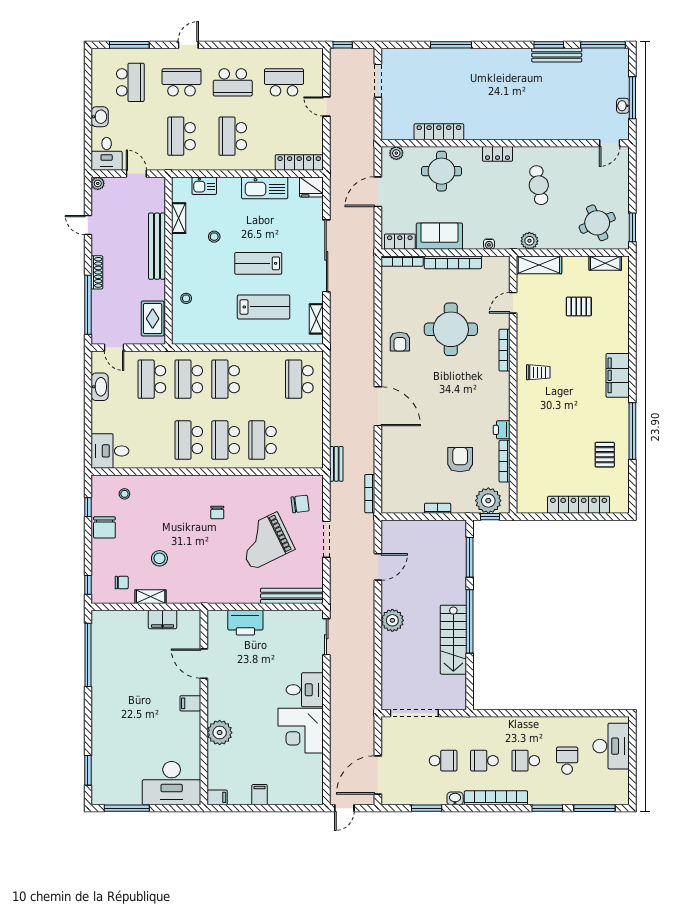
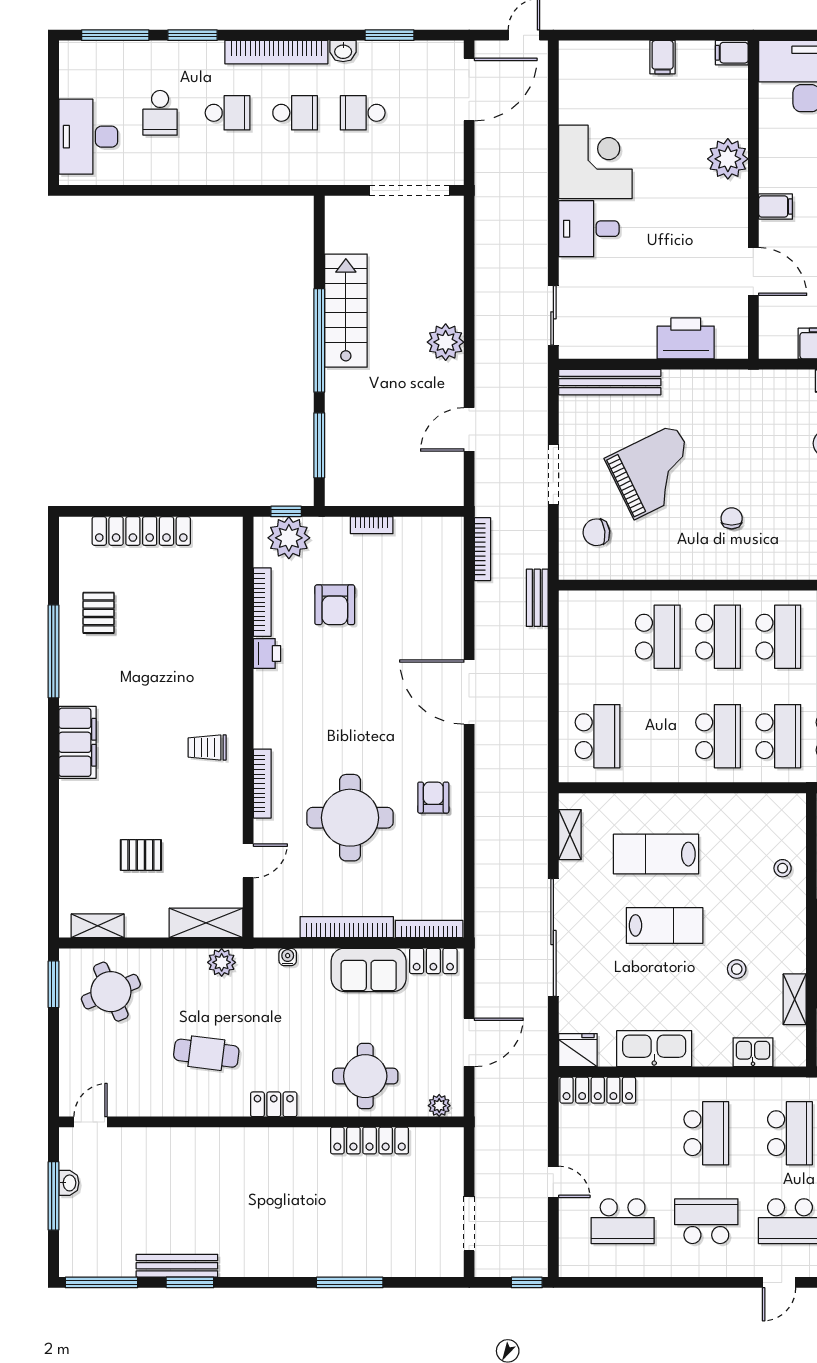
cafe table: (539, 185) -> (206, 1053), turned -73

